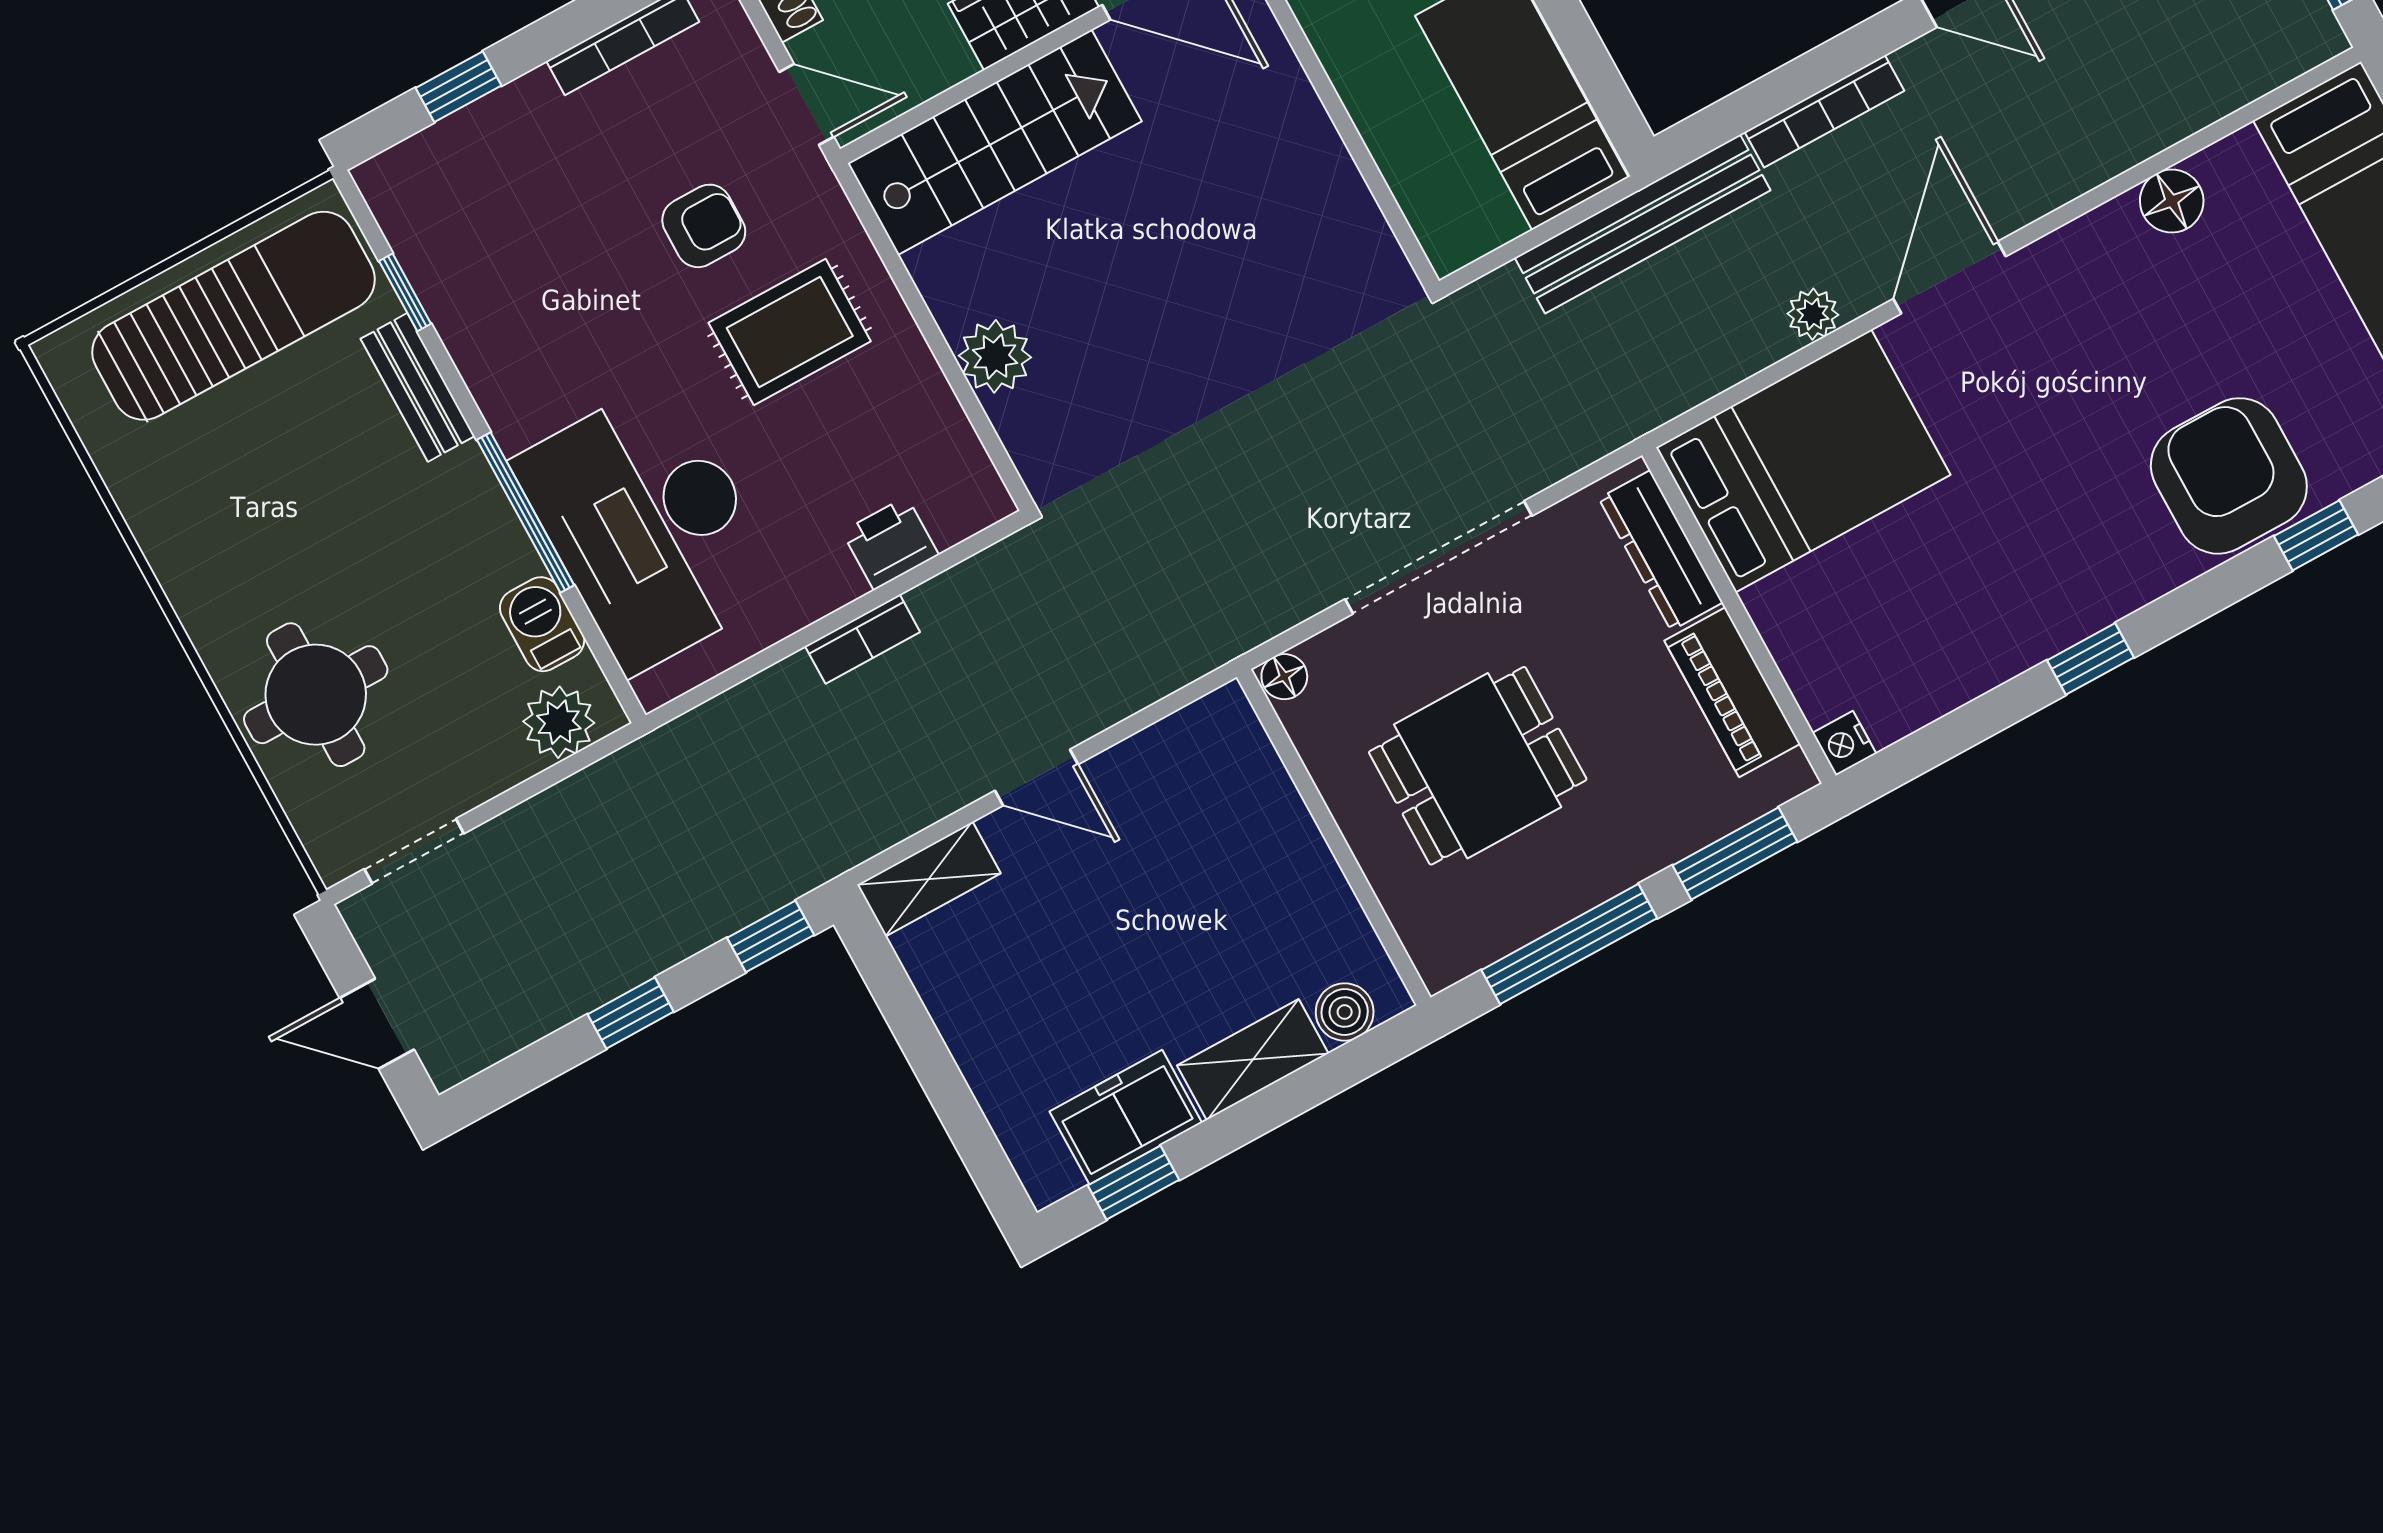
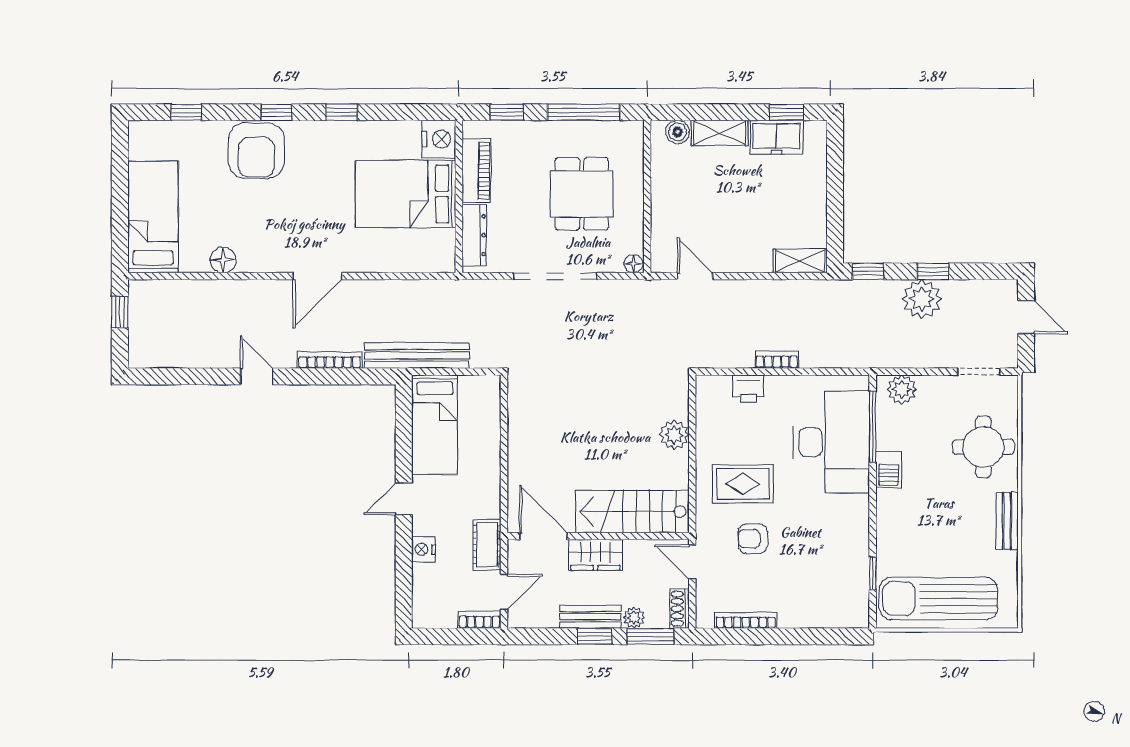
window: (458, 87) -> (813, 636), removed
plant: (1813, 314) -> (922, 299), moved, width x1.88, depth x1.88
bench: (418, 387) -> (1007, 521), moved
bed: (1803, 461) -> (406, 194), moved
window: (526, 513) -> (873, 427), moved
window: (2316, 535) -> (277, 112), moved
barbecue: (542, 624) -> (889, 470), moved
nightstand: (1844, 743) -> (439, 139), width x1.89, depth x1.79
dining table: (1478, 766) -> (582, 194), turned 90
door: (1036, 777) -> (695, 276), moved
window: (1735, 853) -> (507, 112), width x0.67

